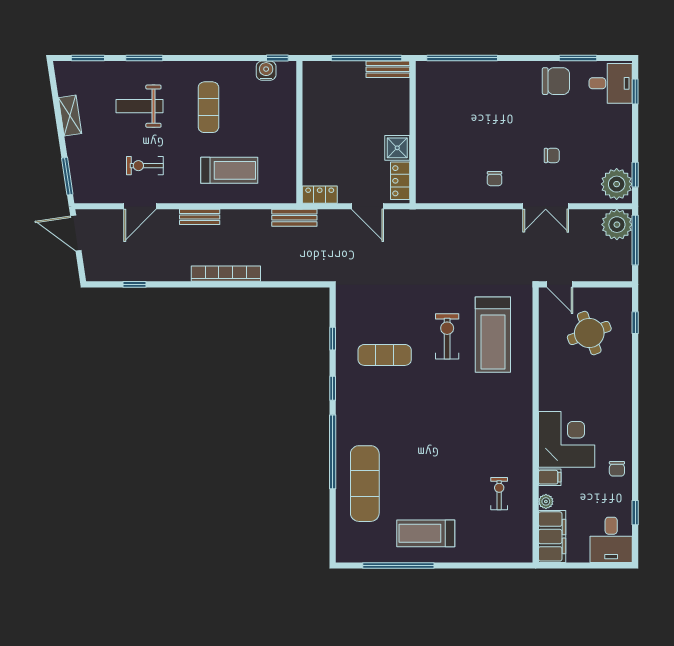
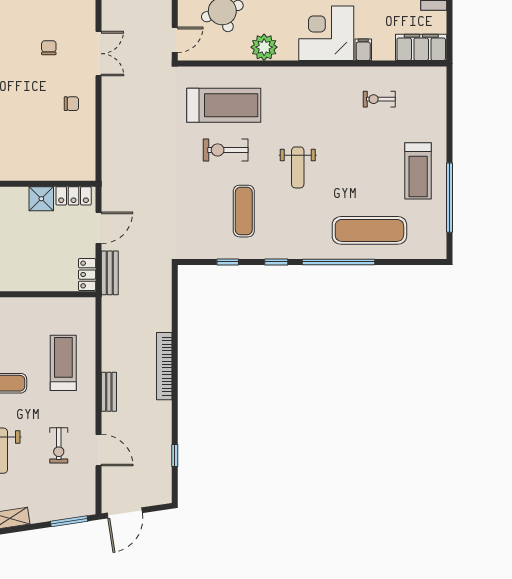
bench: (294, 218) -> (110, 273), moved
weight bench: (429, 410) -> (298, 167), added
plant: (546, 501) -> (264, 47), moved, width x1.88, depth x1.88

